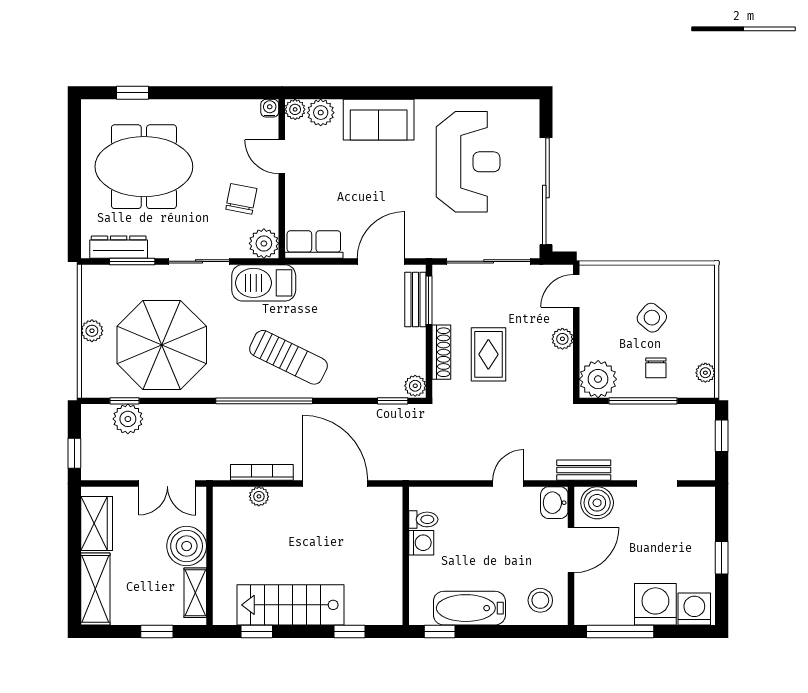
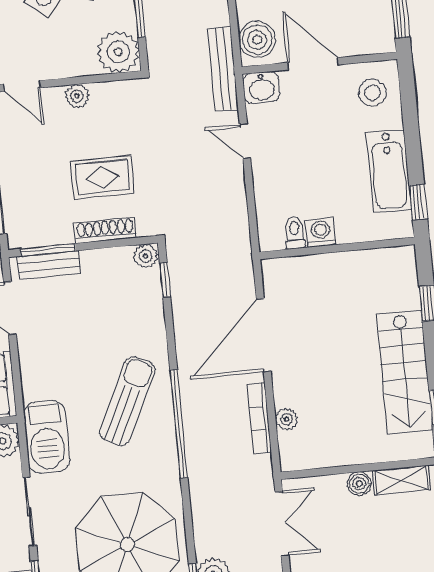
bench: (584, 470) -> (223, 69), width x1.36
boiler: (187, 546) -> (359, 484), width x0.54, depth x0.54

